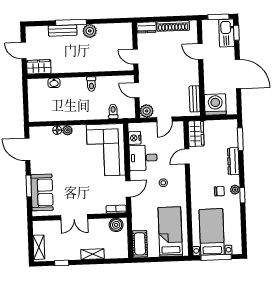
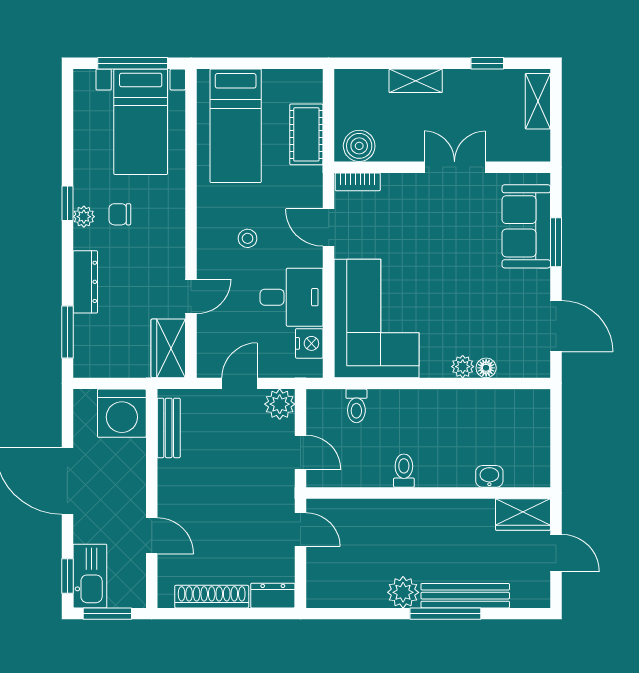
bench: (63, 30) -> (465, 596), width x1.36
door: (128, 189) -> (329, 228), hinge flipped
cot: (140, 244) -> (306, 134), moved

